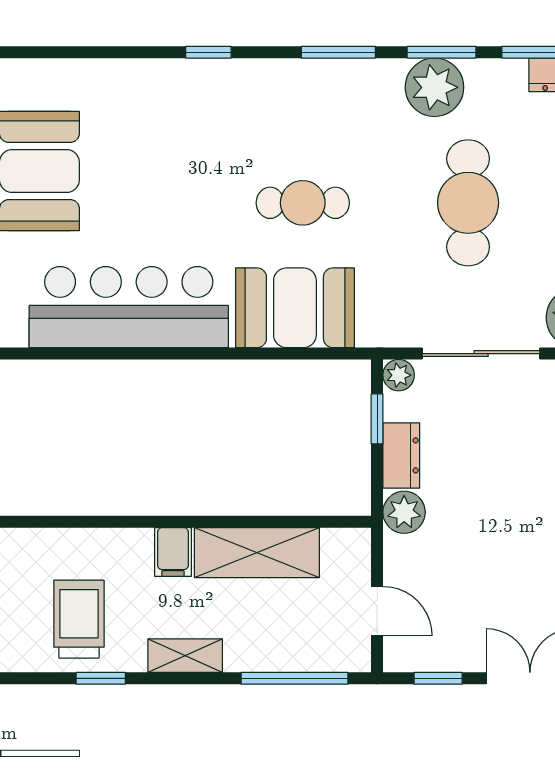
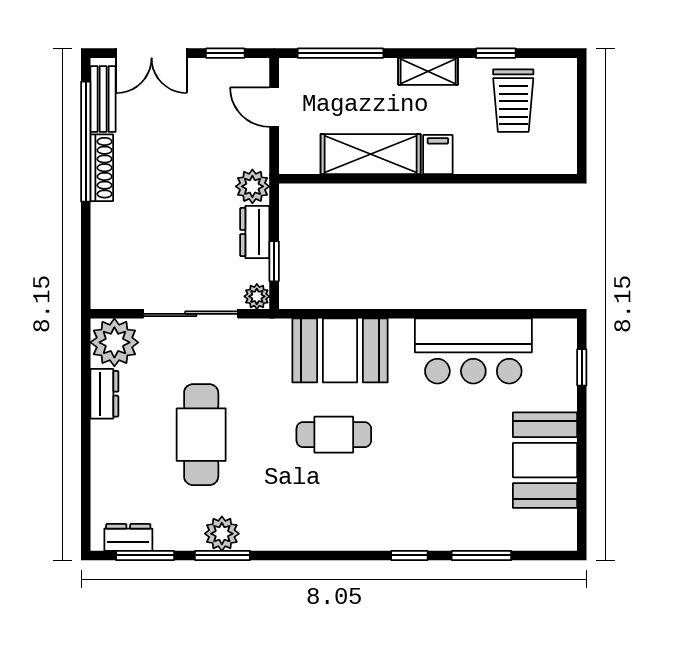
window: (338, 52) -> (481, 555), moved
plant: (434, 87) -> (222, 534), width x0.73, depth x0.73
bar counter: (129, 307) -> (473, 351), width x0.73

